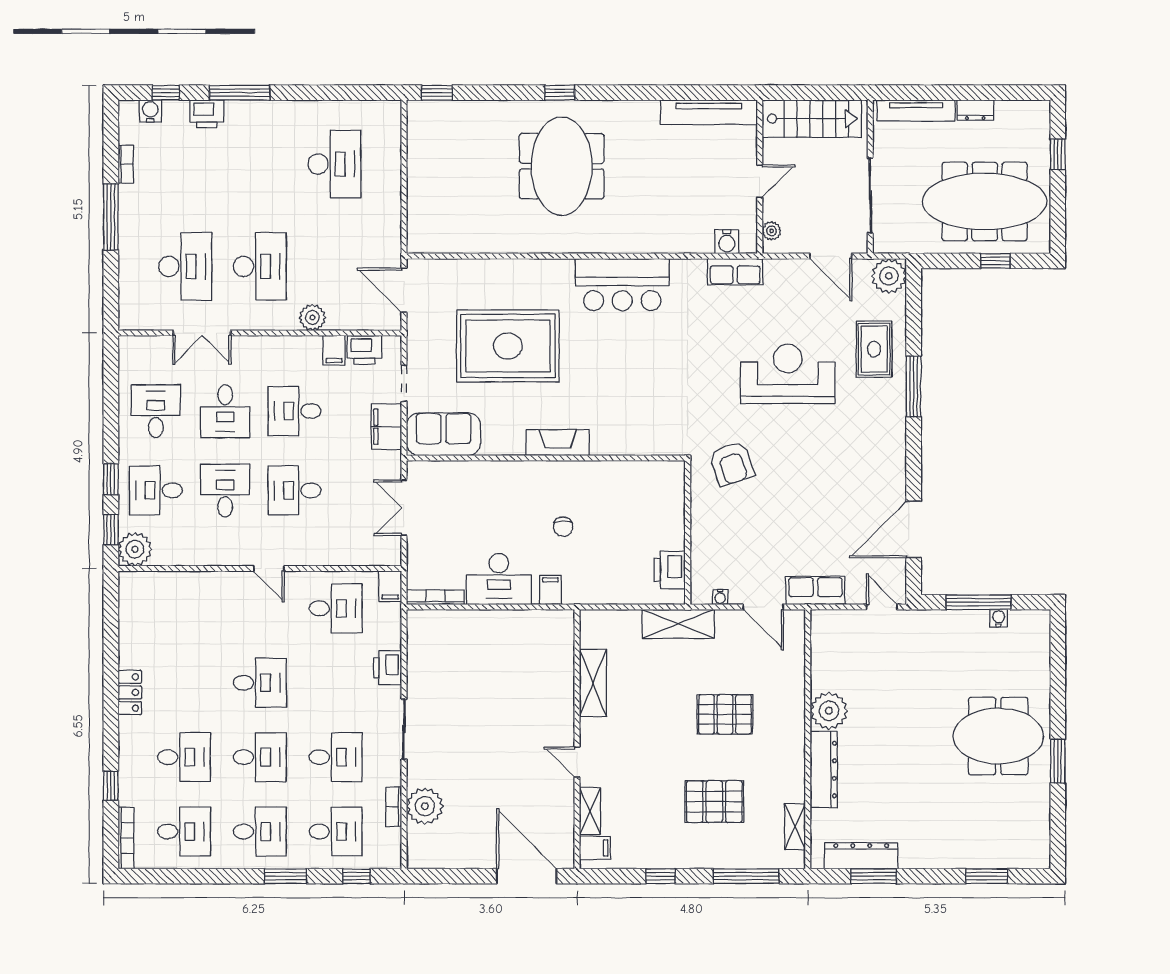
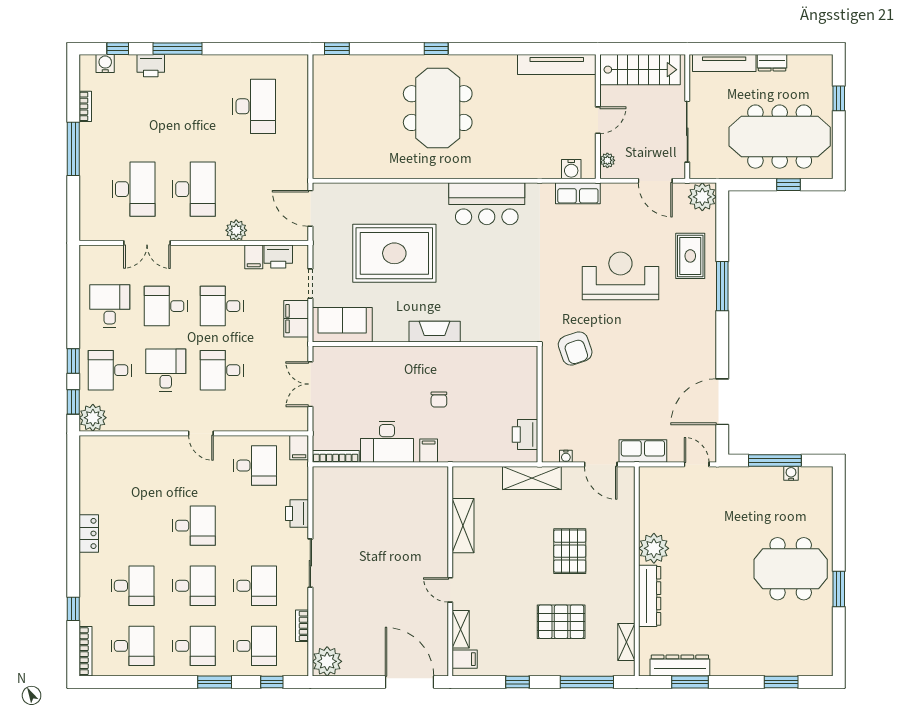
desk: (225, 411) -> (166, 306), turned 90
pallet: (725, 714) -> (570, 551), turned 90
plant: (425, 806) -> (327, 661), moved

